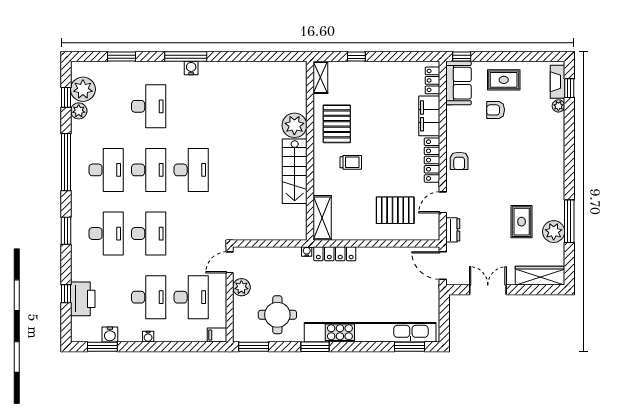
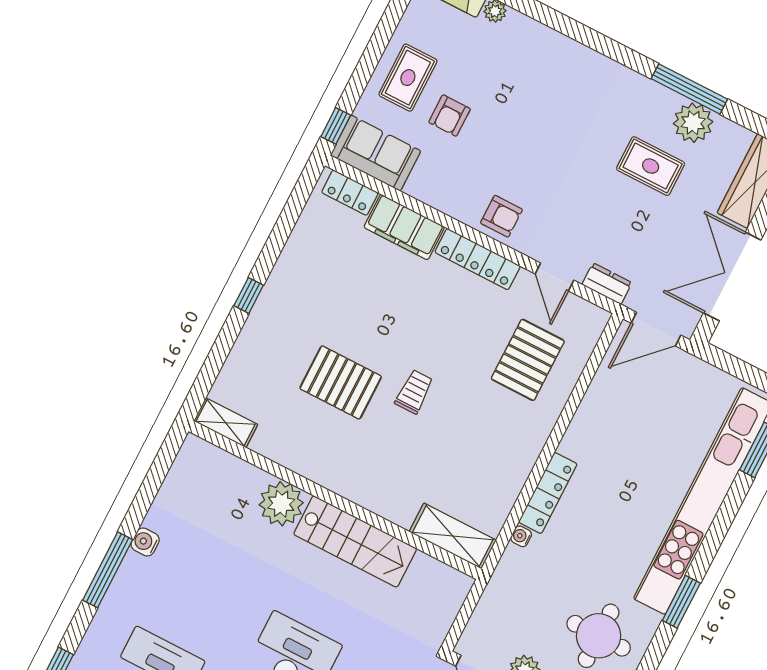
water cooler: (191, 68) -> (145, 542), moved
shelving: (320, 77) -> (226, 423), moved
plant: (294, 125) -> (281, 504), moved
wall: (310, 151) -> (335, 500), moved
stairs: (295, 171) -> (355, 541), moved
shelving: (322, 218) -> (453, 536), moved
double door: (488, 290) -> (732, 276), width x1.37

